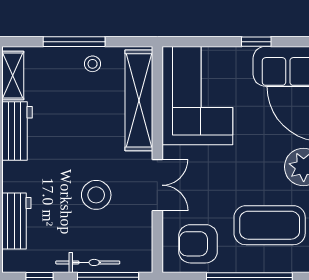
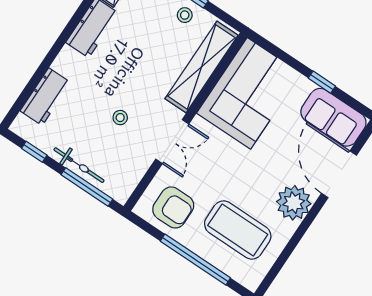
stool: (96, 195) -> (120, 118), width x0.53, depth x0.53
armchair: (198, 244) -> (173, 207), turned 180

